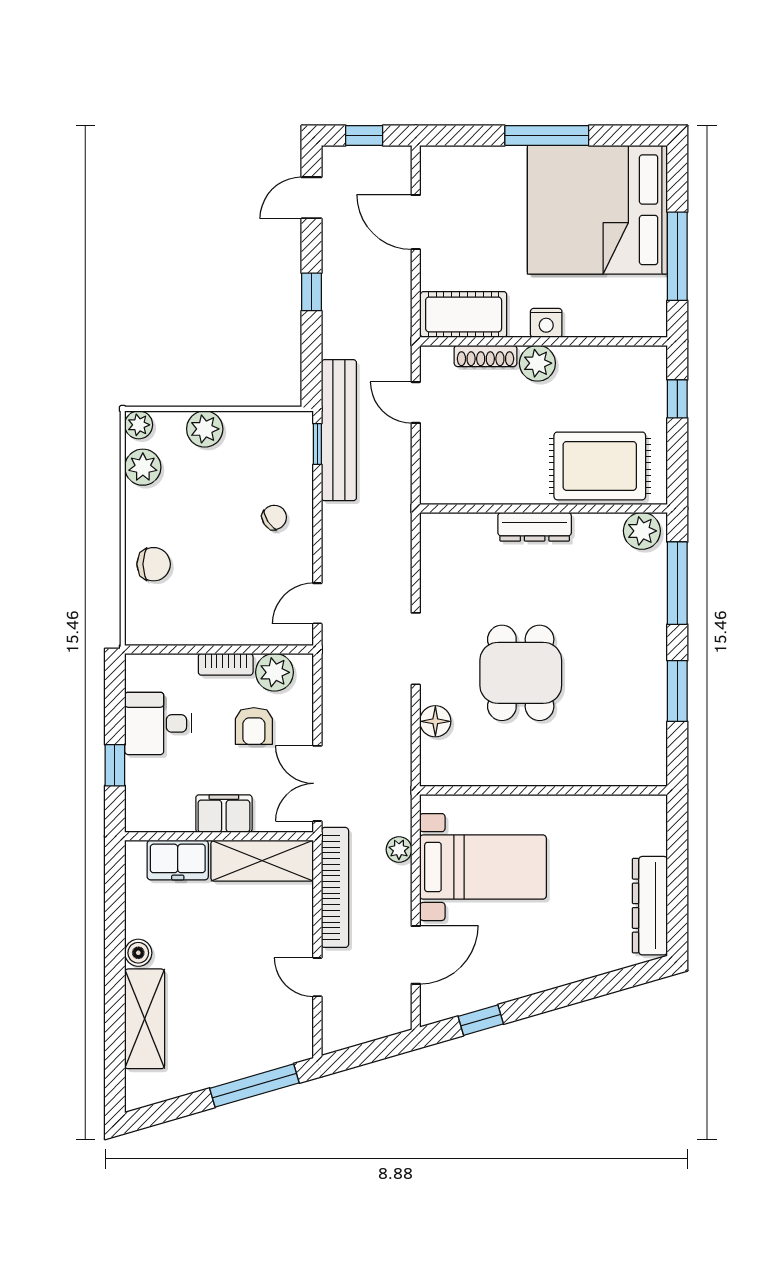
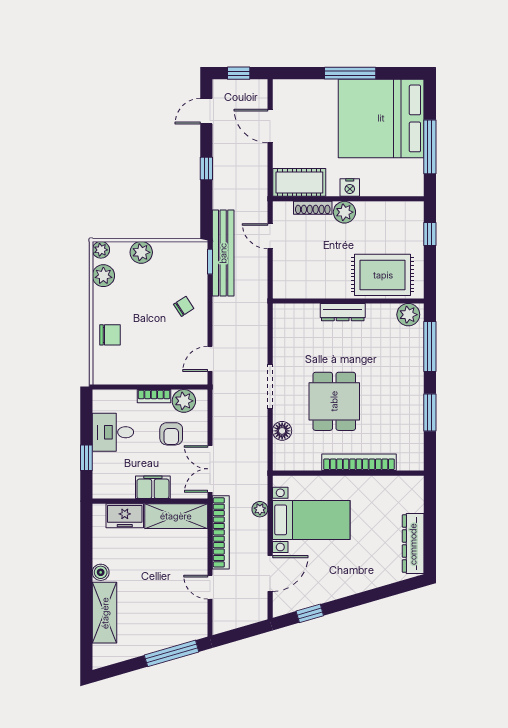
bookcase: (561, 773) -> (359, 462), added

